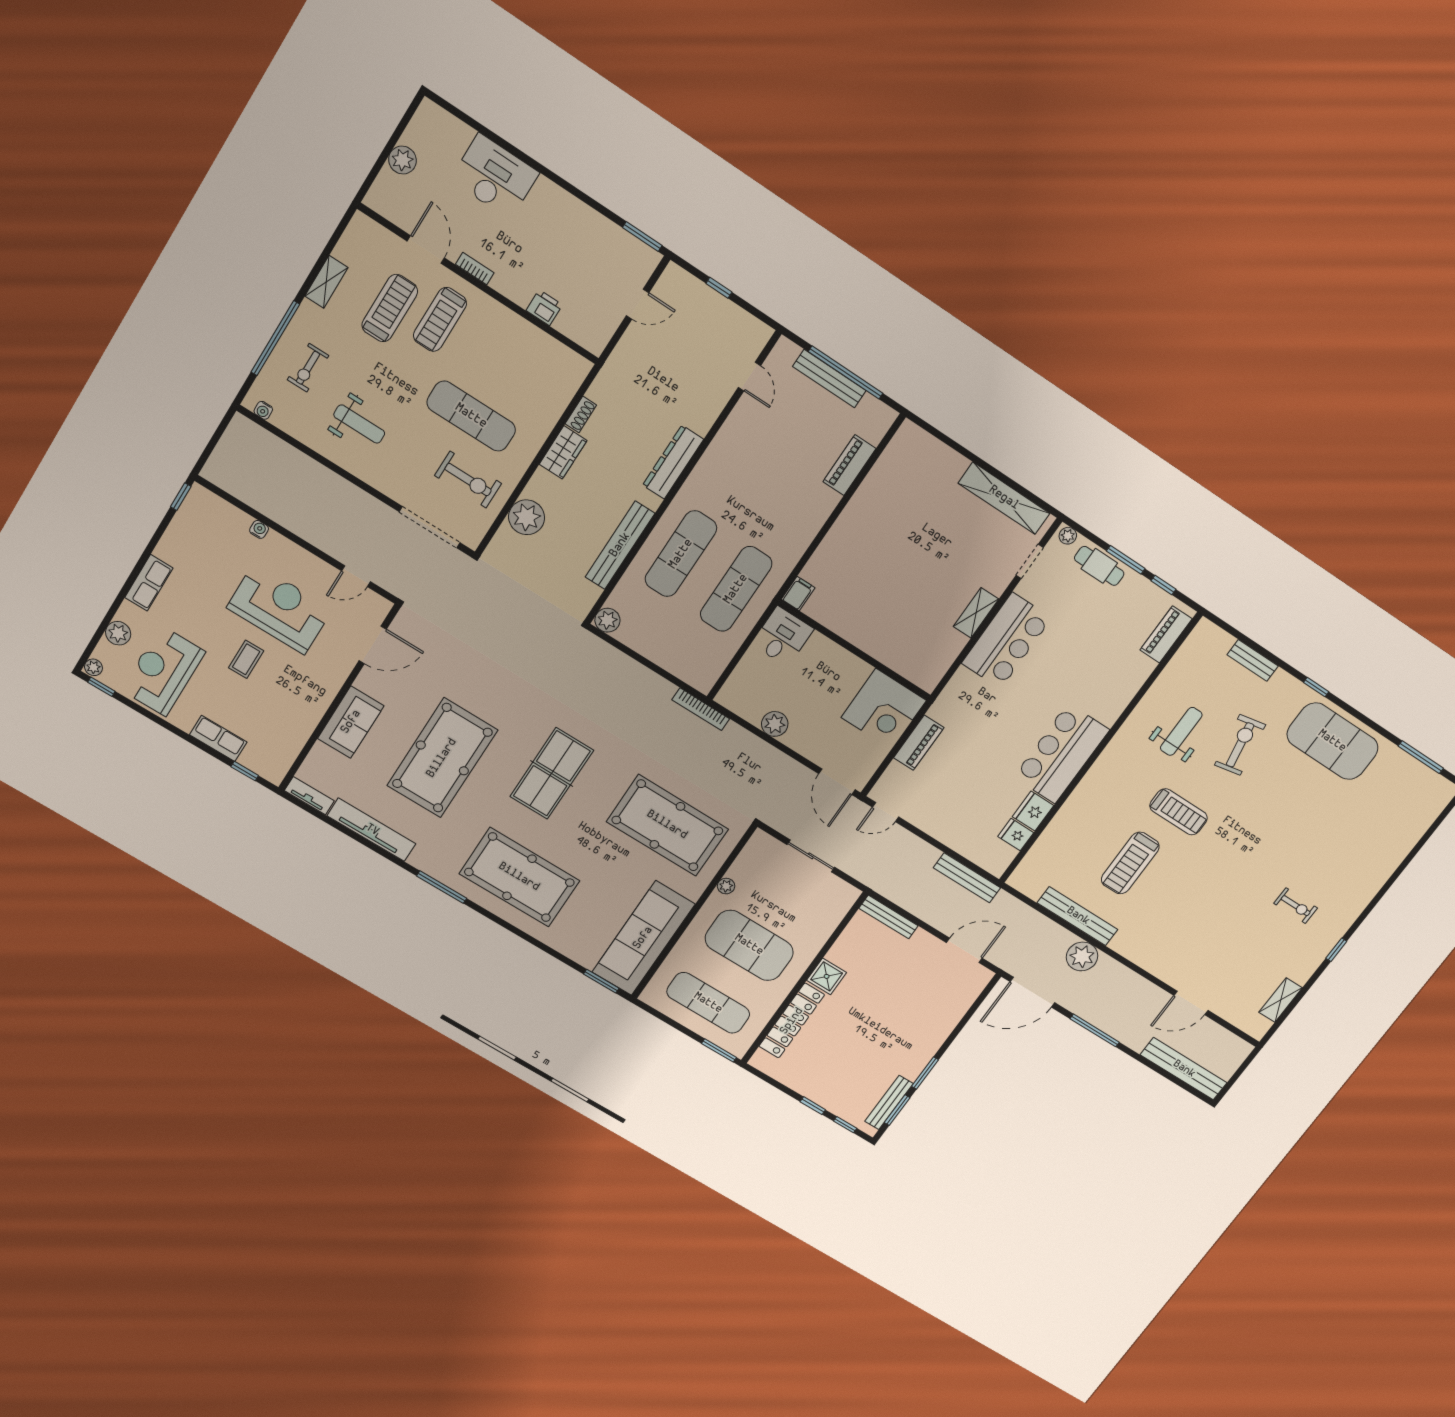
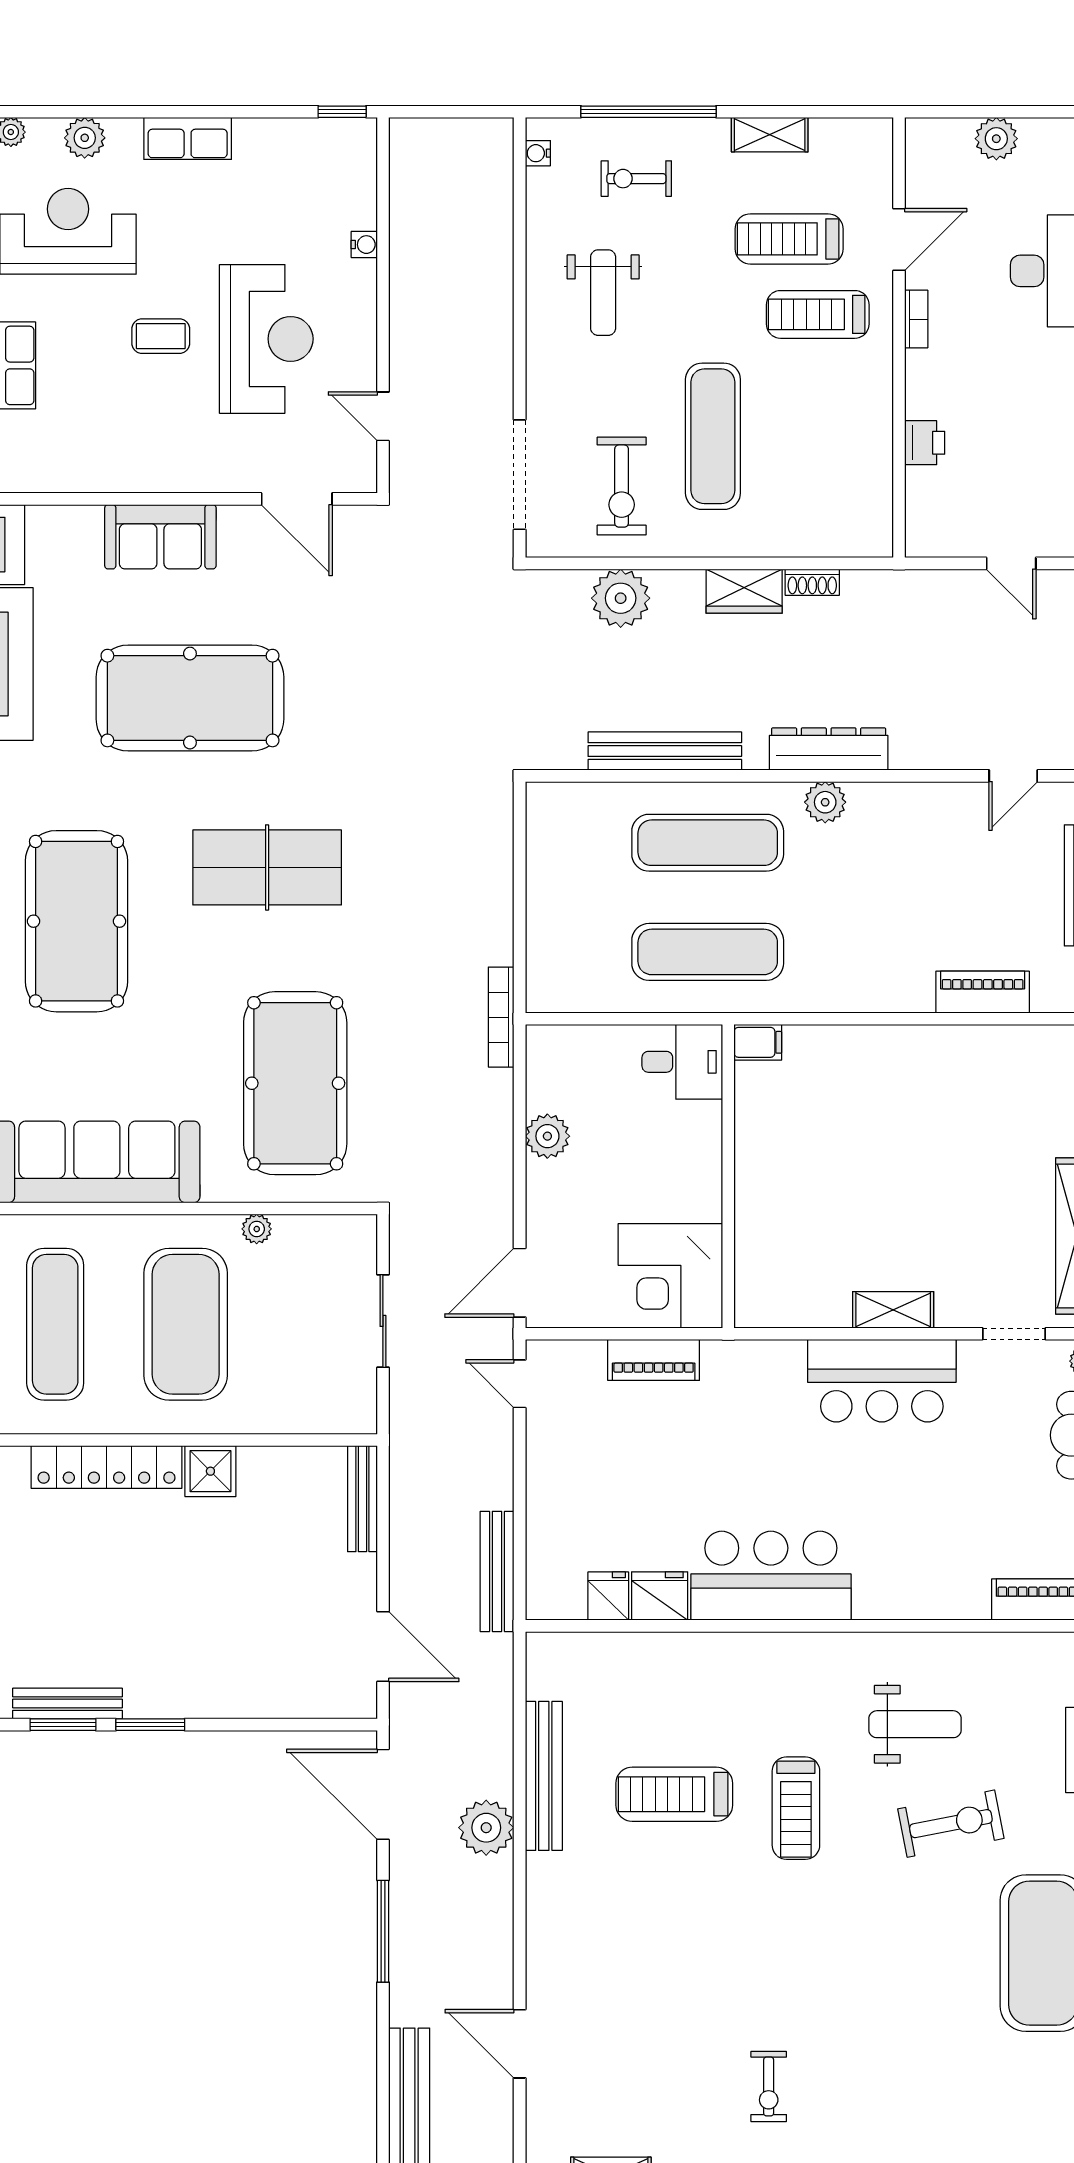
treadmill: (390, 308) -> (789, 239), turned 180
plant: (607, 620) -> (825, 802), moved

